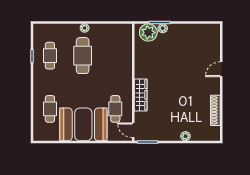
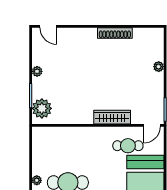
plant: (163, 28) -> (37, 71), moved
door: (221, 69) -> (48, 26), moved
shoe rack: (215, 110) -> (115, 33), moved

